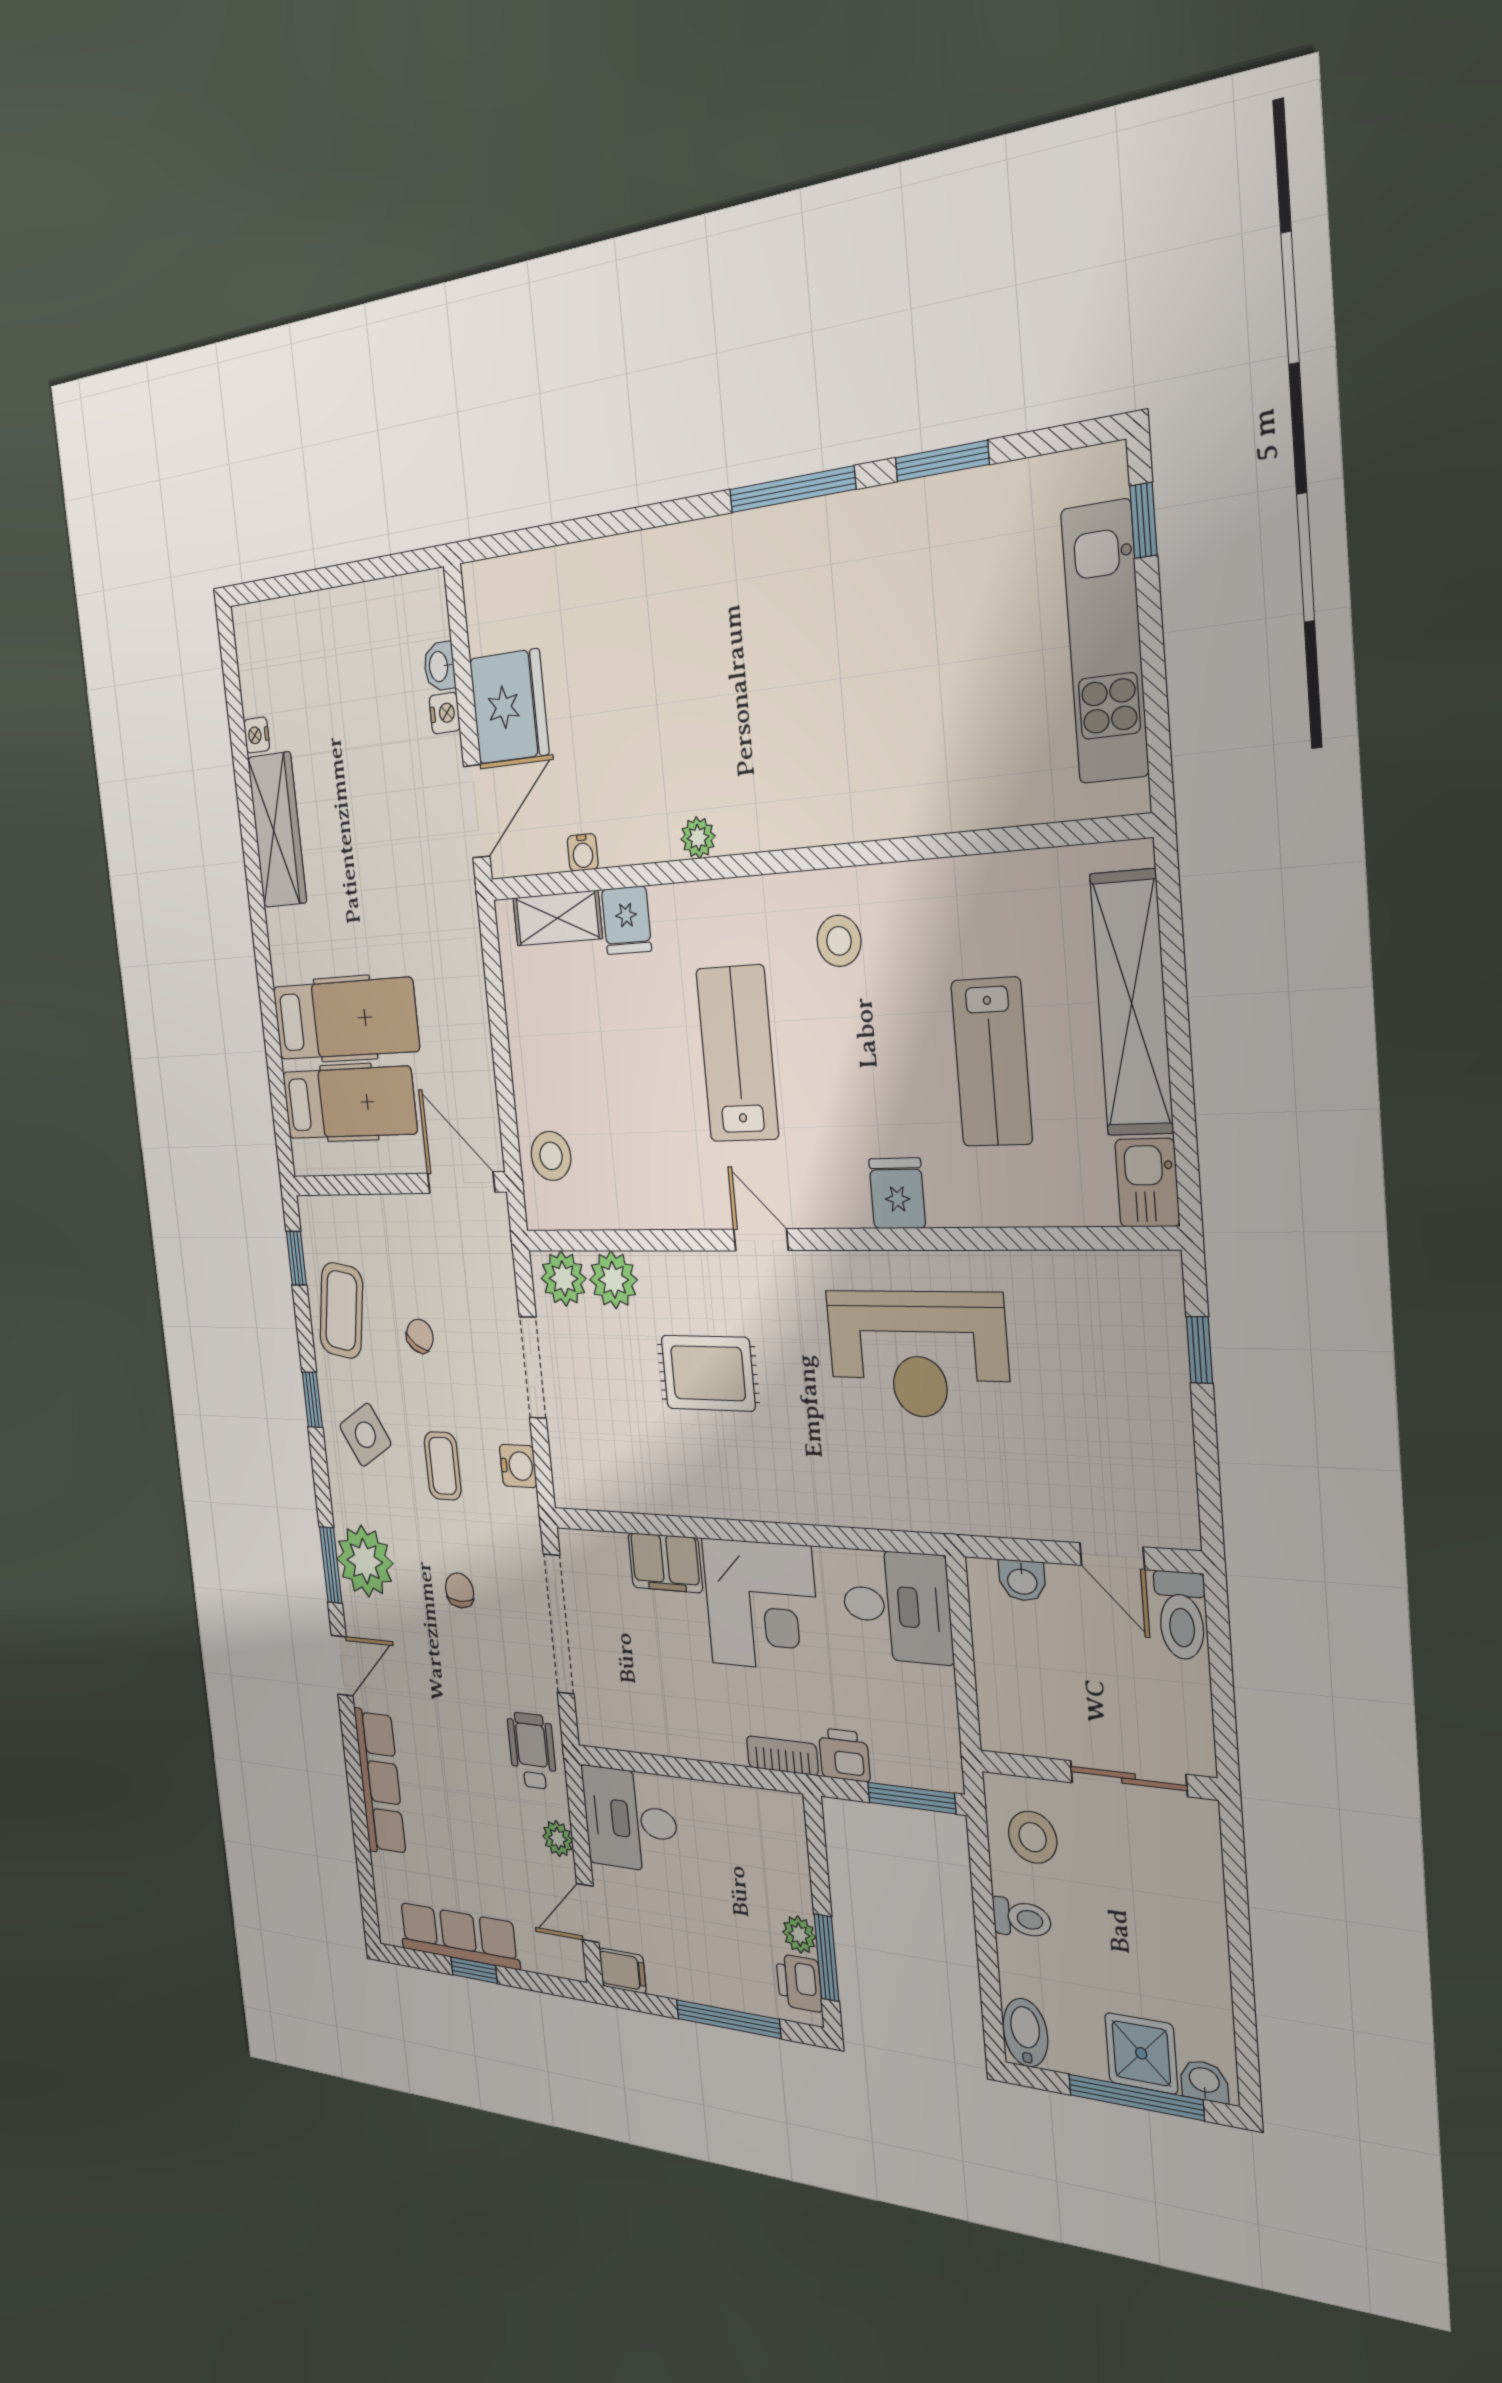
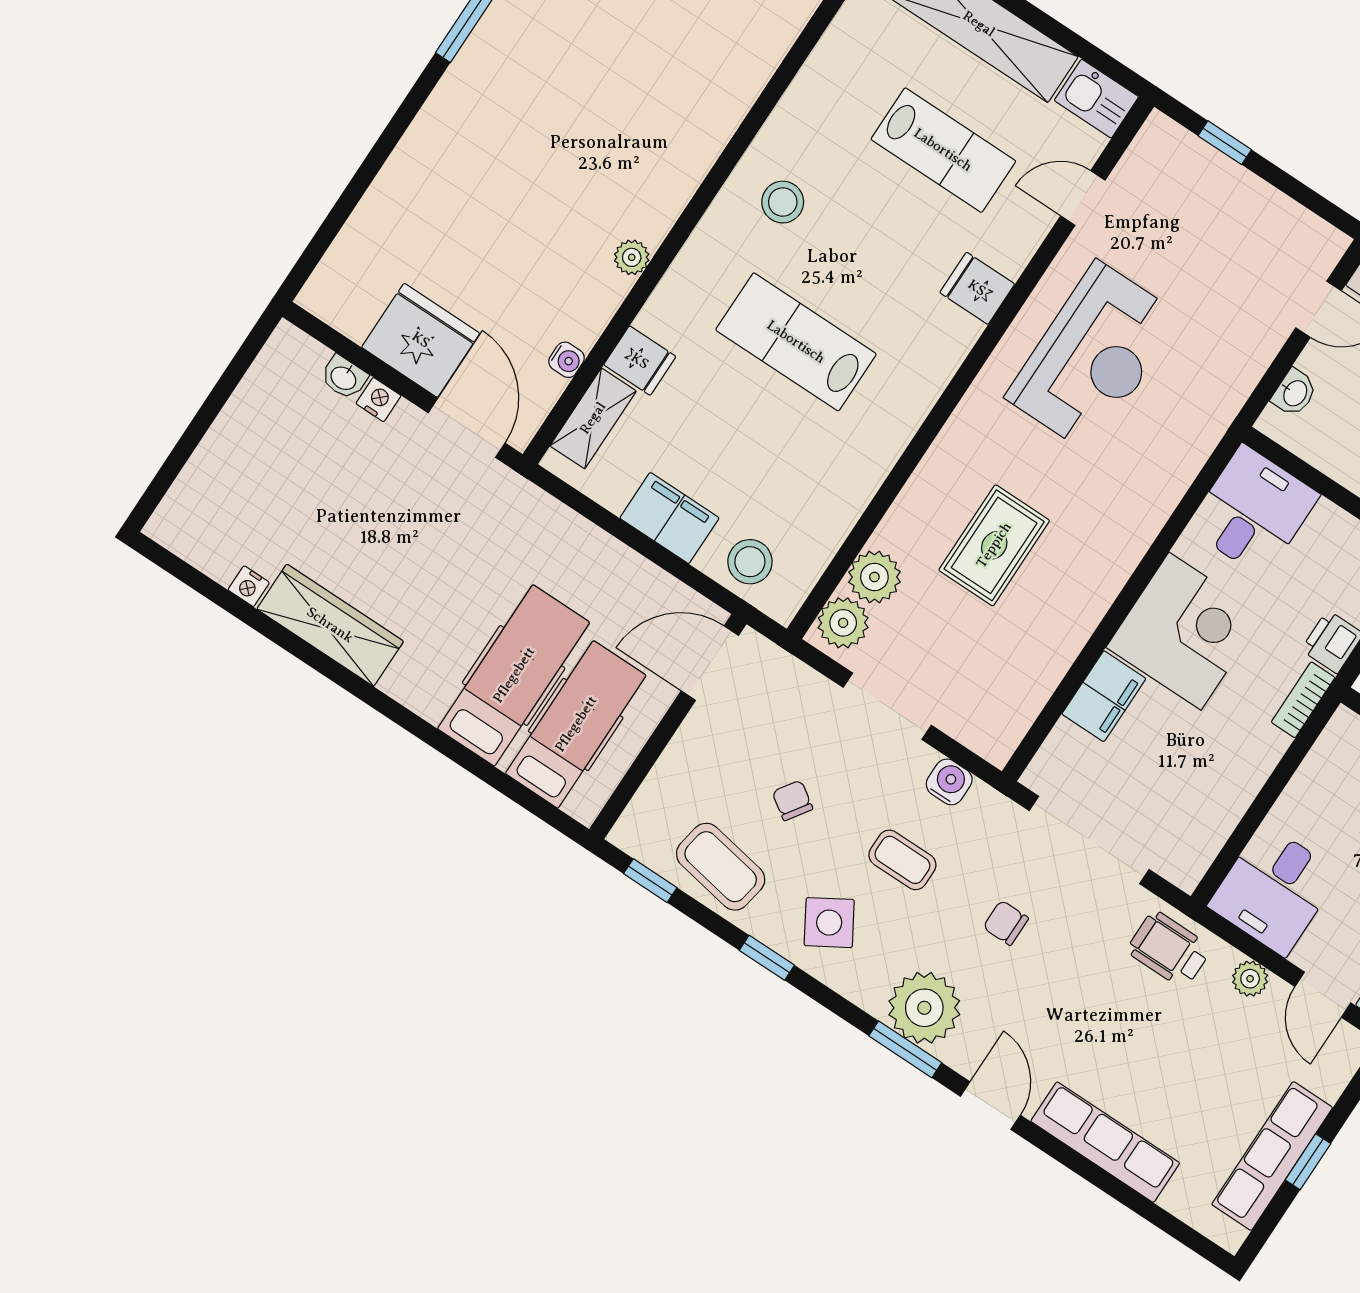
filing cabinet: (534, 1055) -> (669, 518), added
door: (761, 1240) -> (1083, 198), moved

